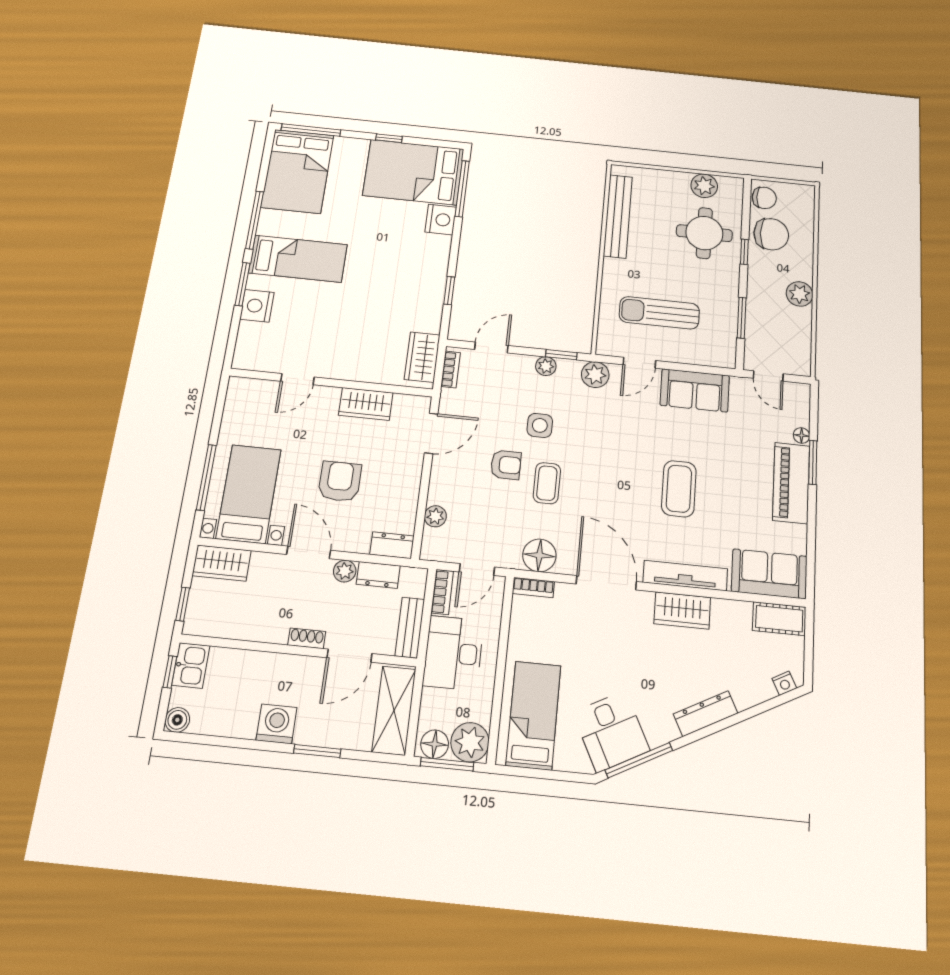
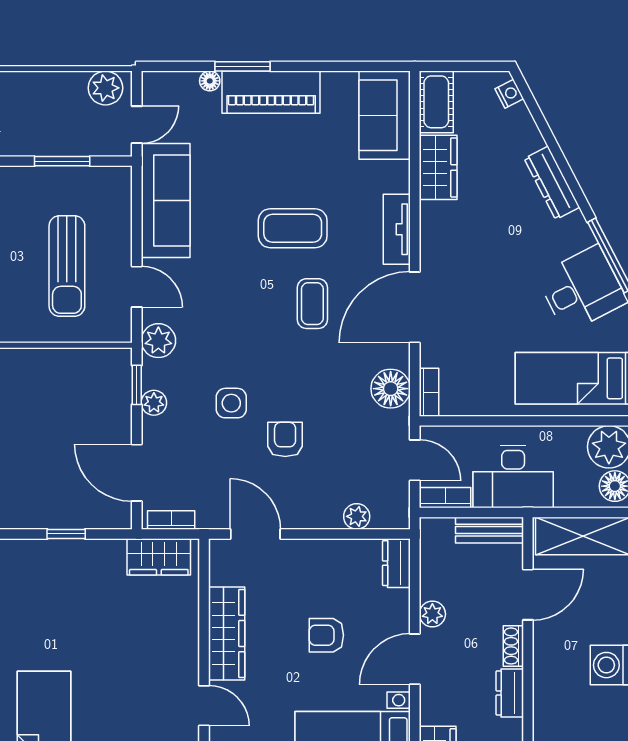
plant: (800, 294) -> (105, 88), moved
door: (491, 347) -> (137, 473), width x1.37
sofa: (695, 390) -> (166, 200), width x1.36
wardrobe: (366, 404) -> (227, 633), width x1.50
armchair: (340, 481) -> (326, 635), width x0.72, depth x0.72
coffee table: (547, 483) -> (312, 304), moved, turned 90
dresser: (378, 575) -> (510, 693), moved, turned 180
tv unit: (685, 576) -> (397, 229), width x0.71
wardrobe: (682, 610) -> (438, 167), moved
door: (349, 656) -> (528, 595), hinge flipped

